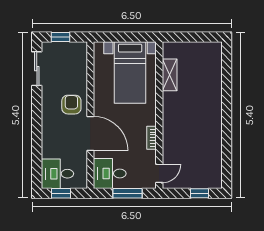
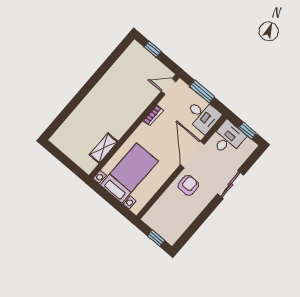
sliding door: (37, 69) -> (230, 184), moved
armchair: (71, 105) -> (188, 185), turned 180
desk: (57, 174) -> (228, 138), moved, turned -90

